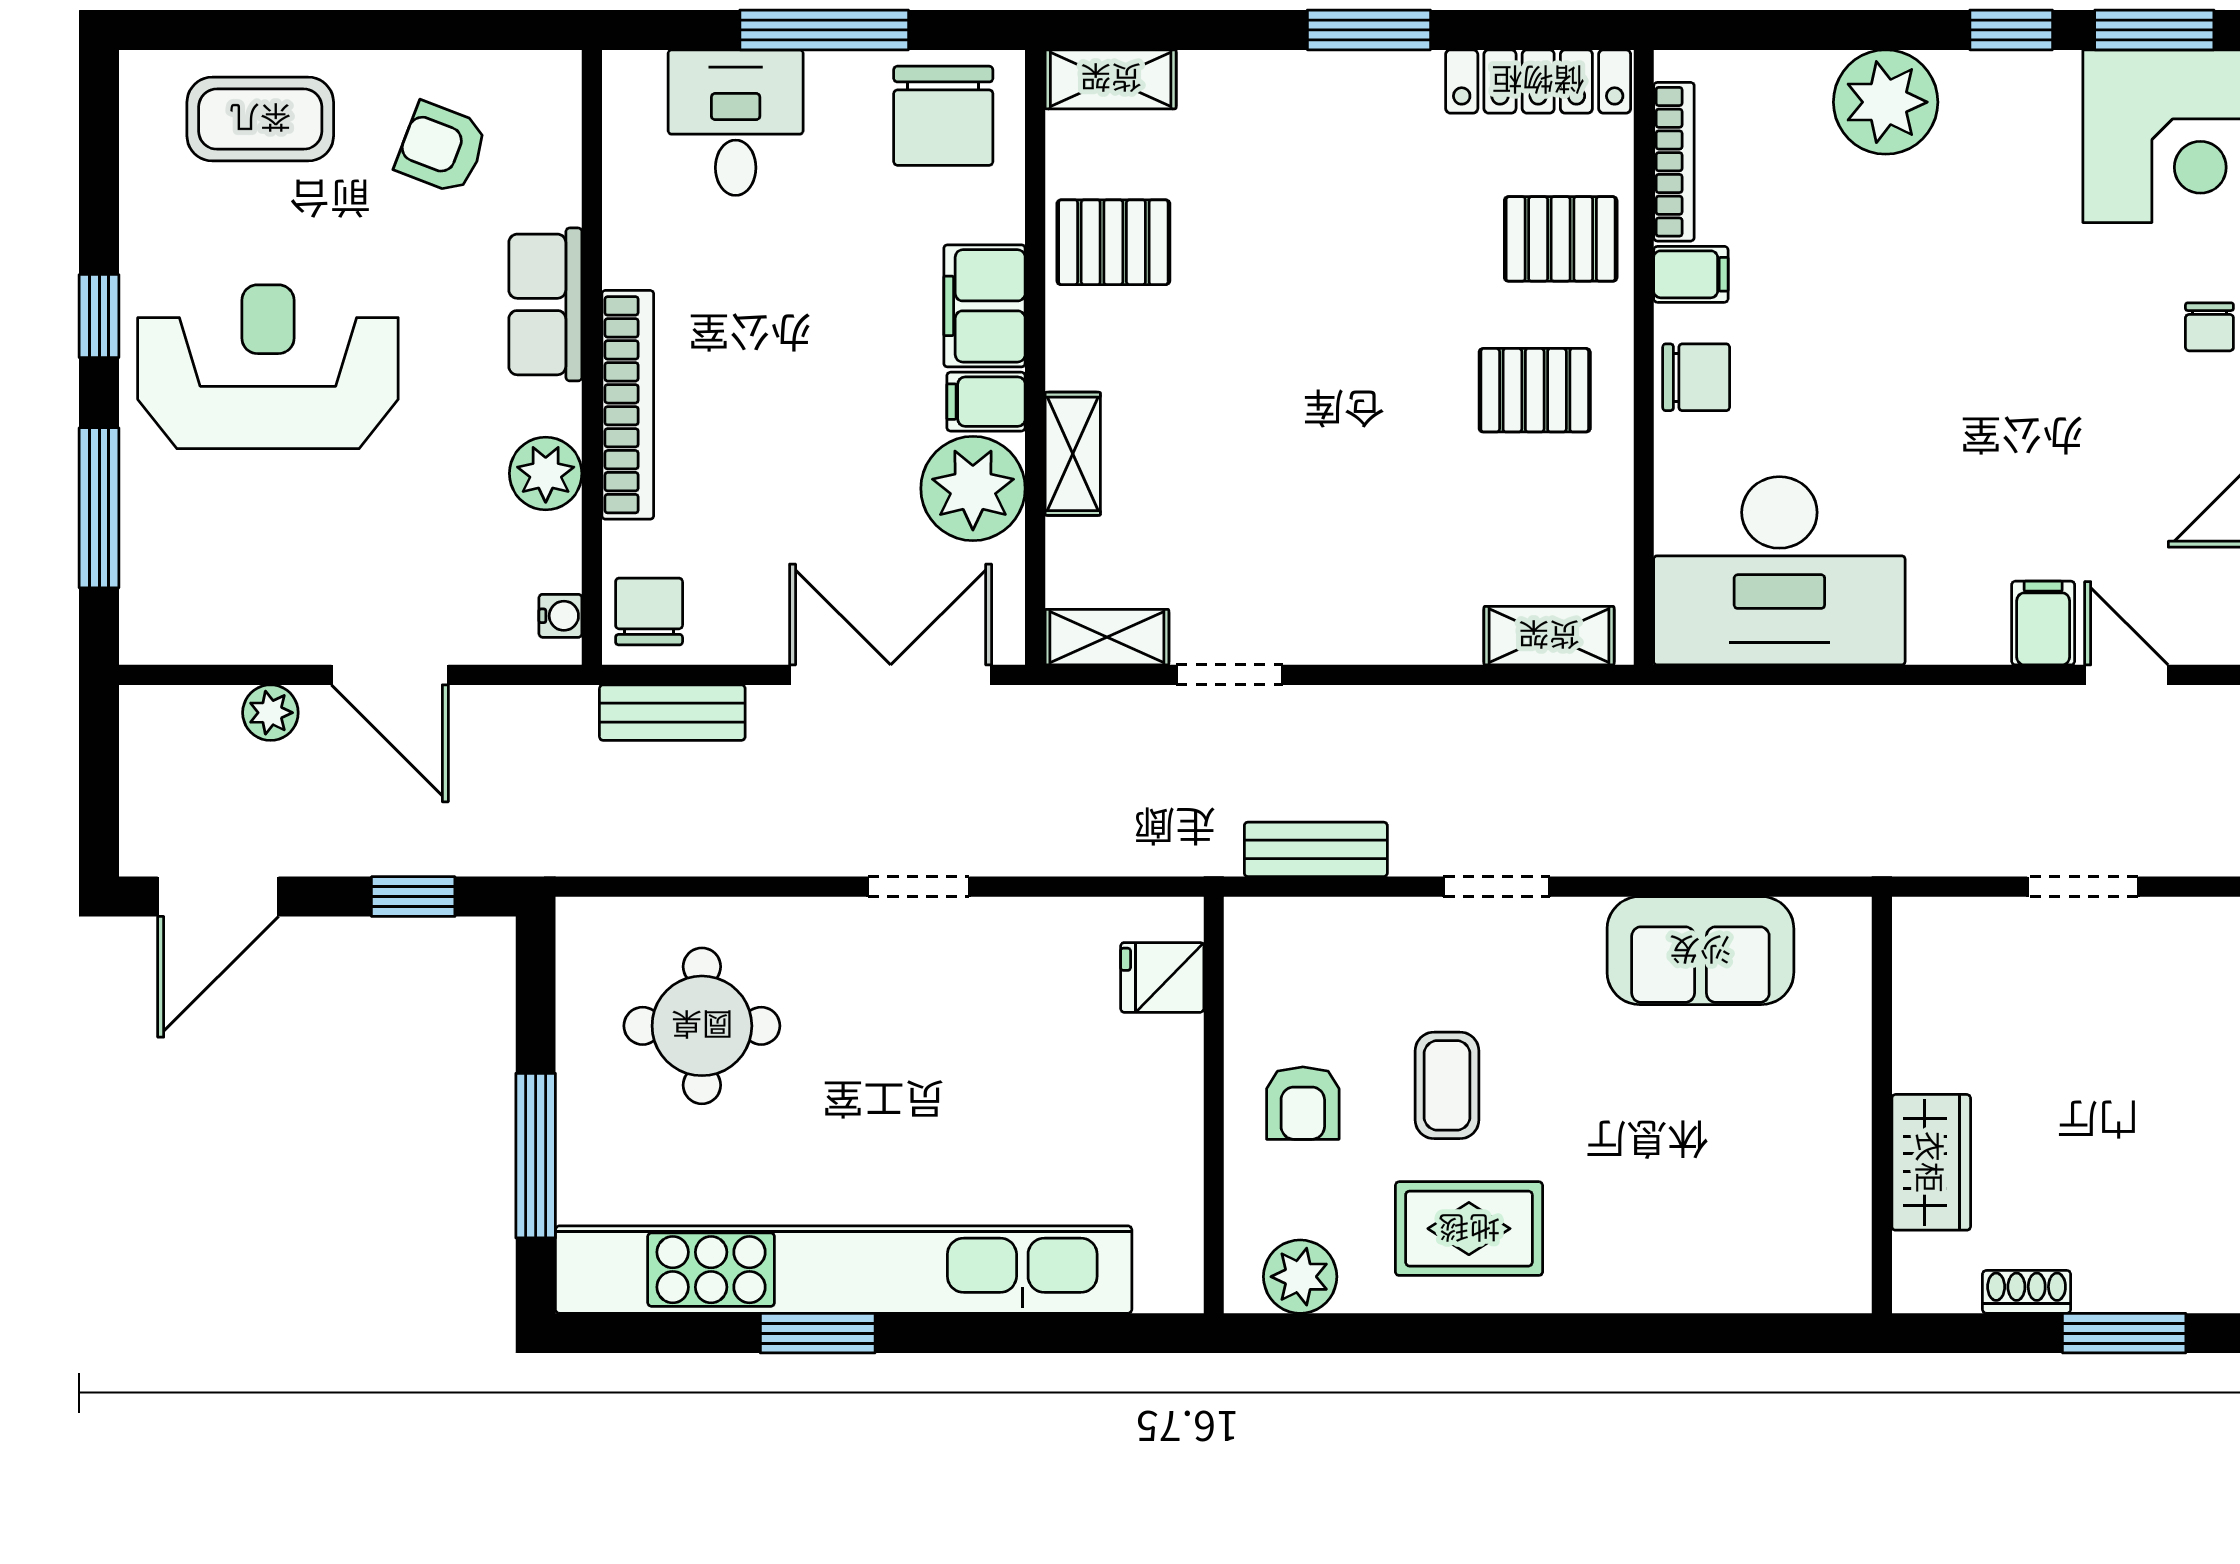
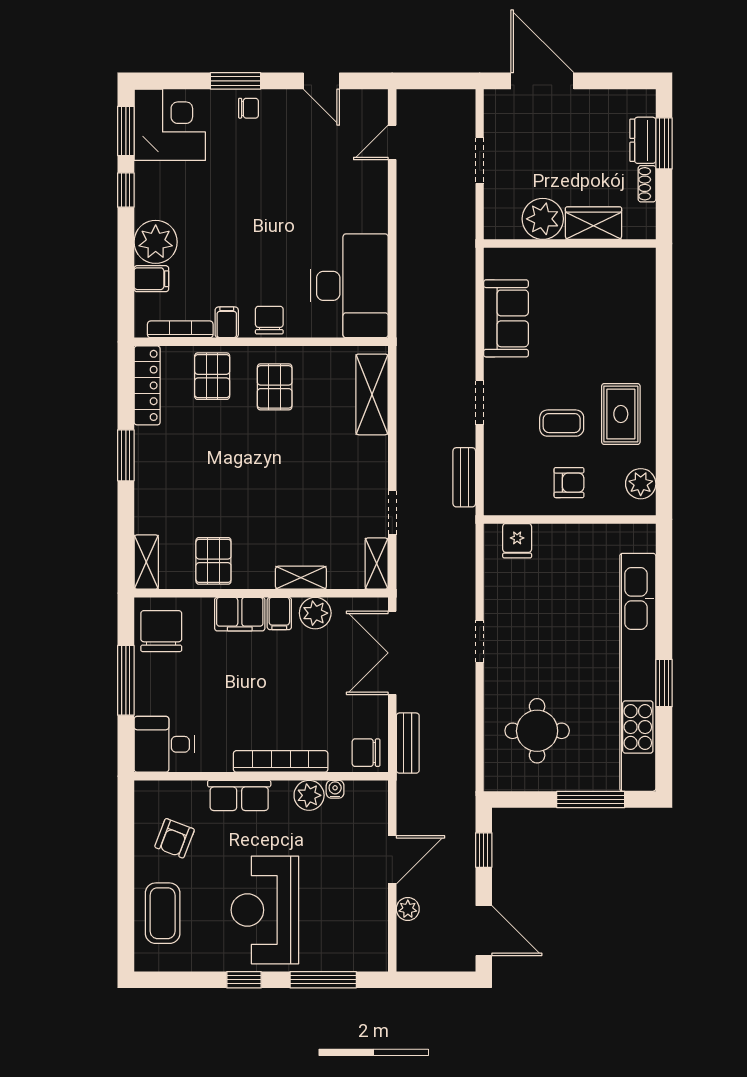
chair: (943, 116) -> (161, 631), turned -90
desk: (736, 123) -> (164, 744), moved
plant: (973, 488) -> (315, 613), width x0.73, depth x0.73
water cooler: (560, 616) -> (335, 789), moved
filing cabinet: (2043, 623) -> (151, 279), moved, turned 180
shelving: (1549, 636) -> (372, 394), width x1.50, depth x1.33
plant: (1941, 1039) -> (543, 219), added
dresser: (2132, 1282) -> (643, 140), added

